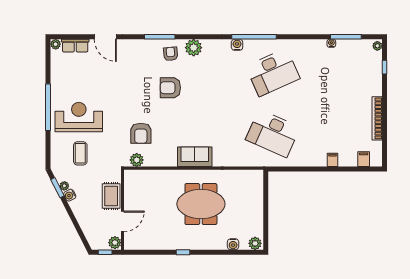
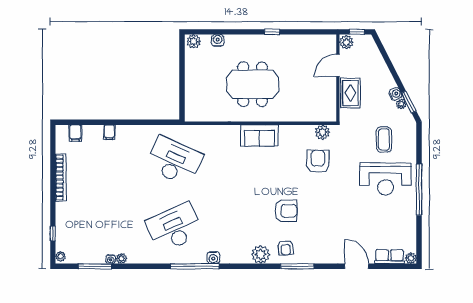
plant: (321, 44) -> (121, 258), added

